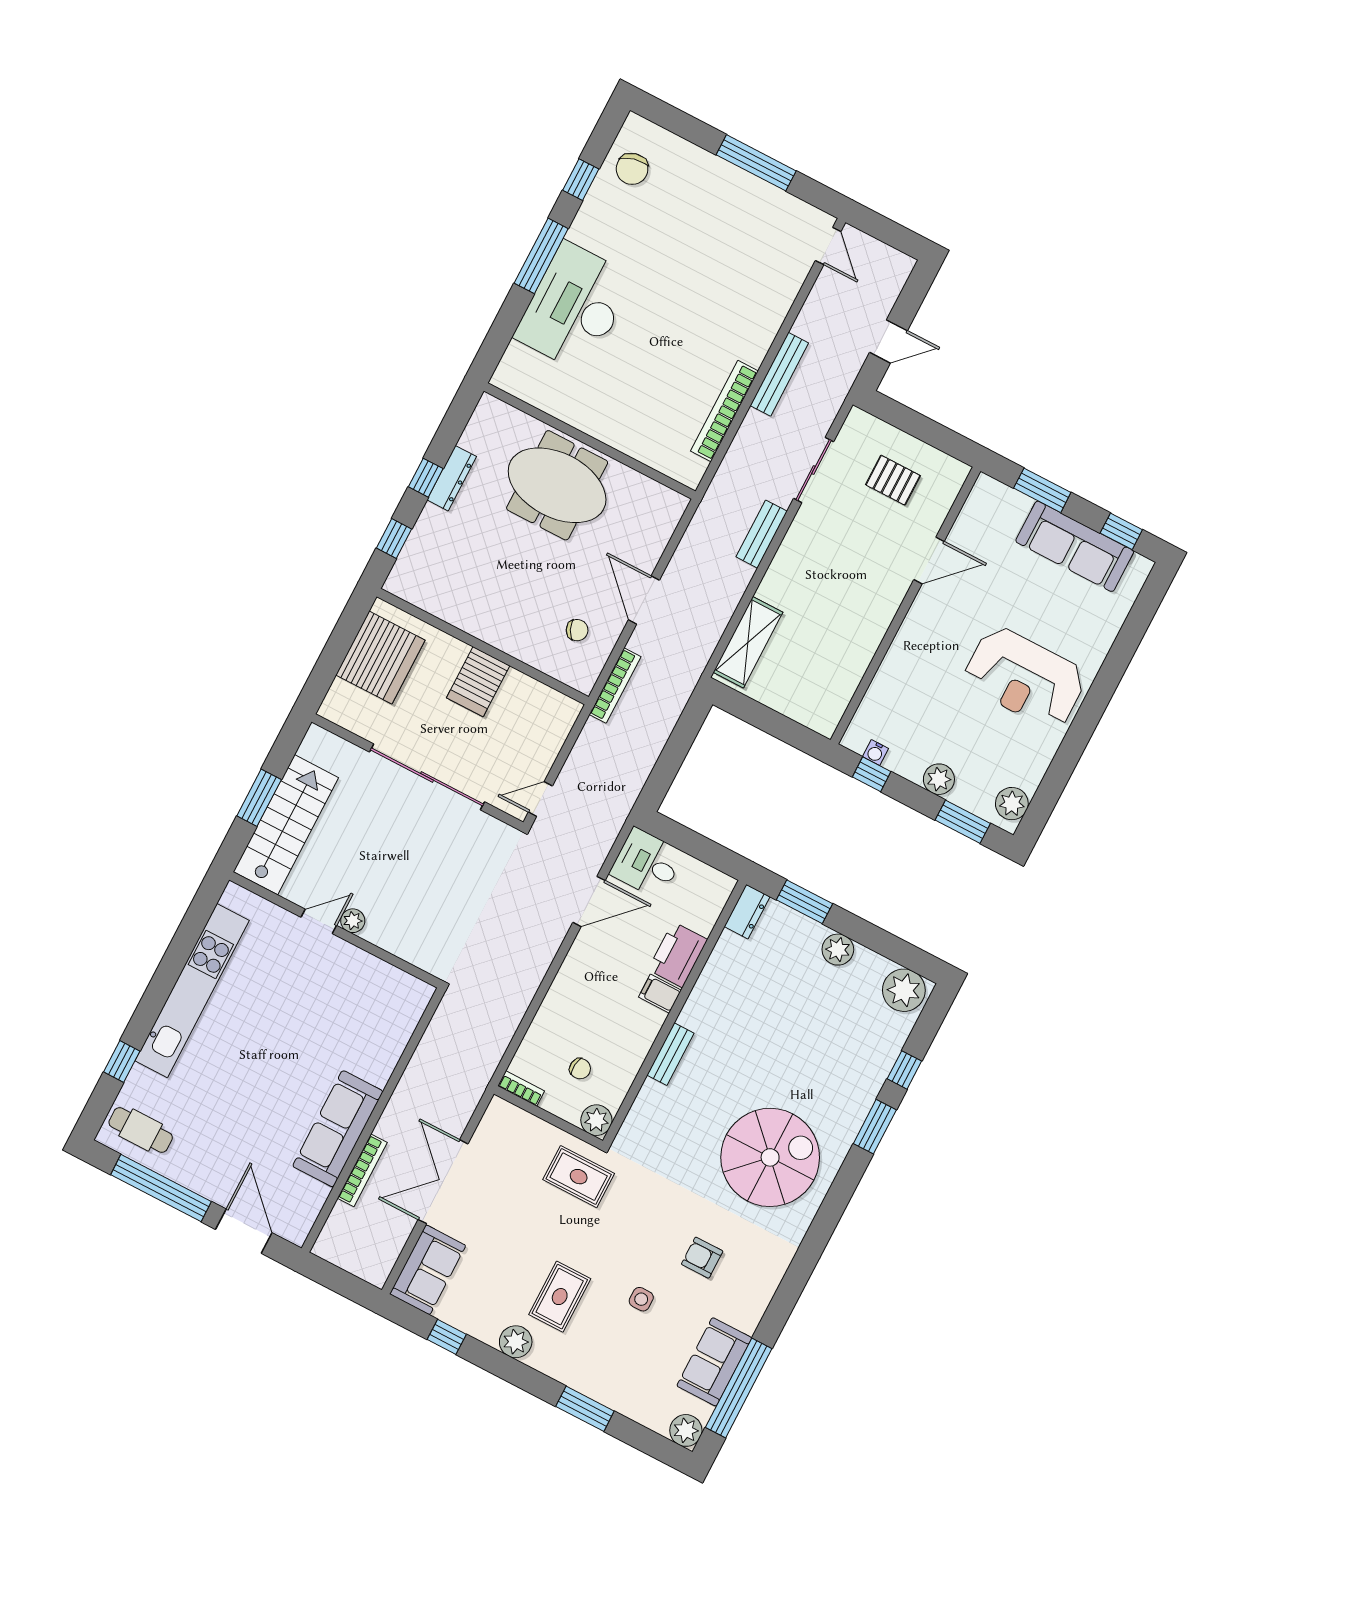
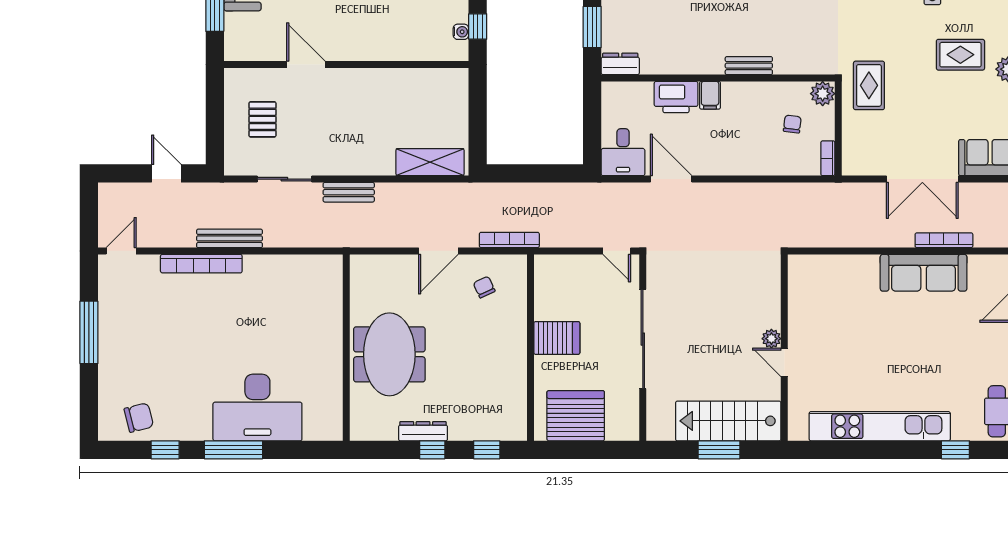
bookcase: (724, 411) -> (201, 264), moved

